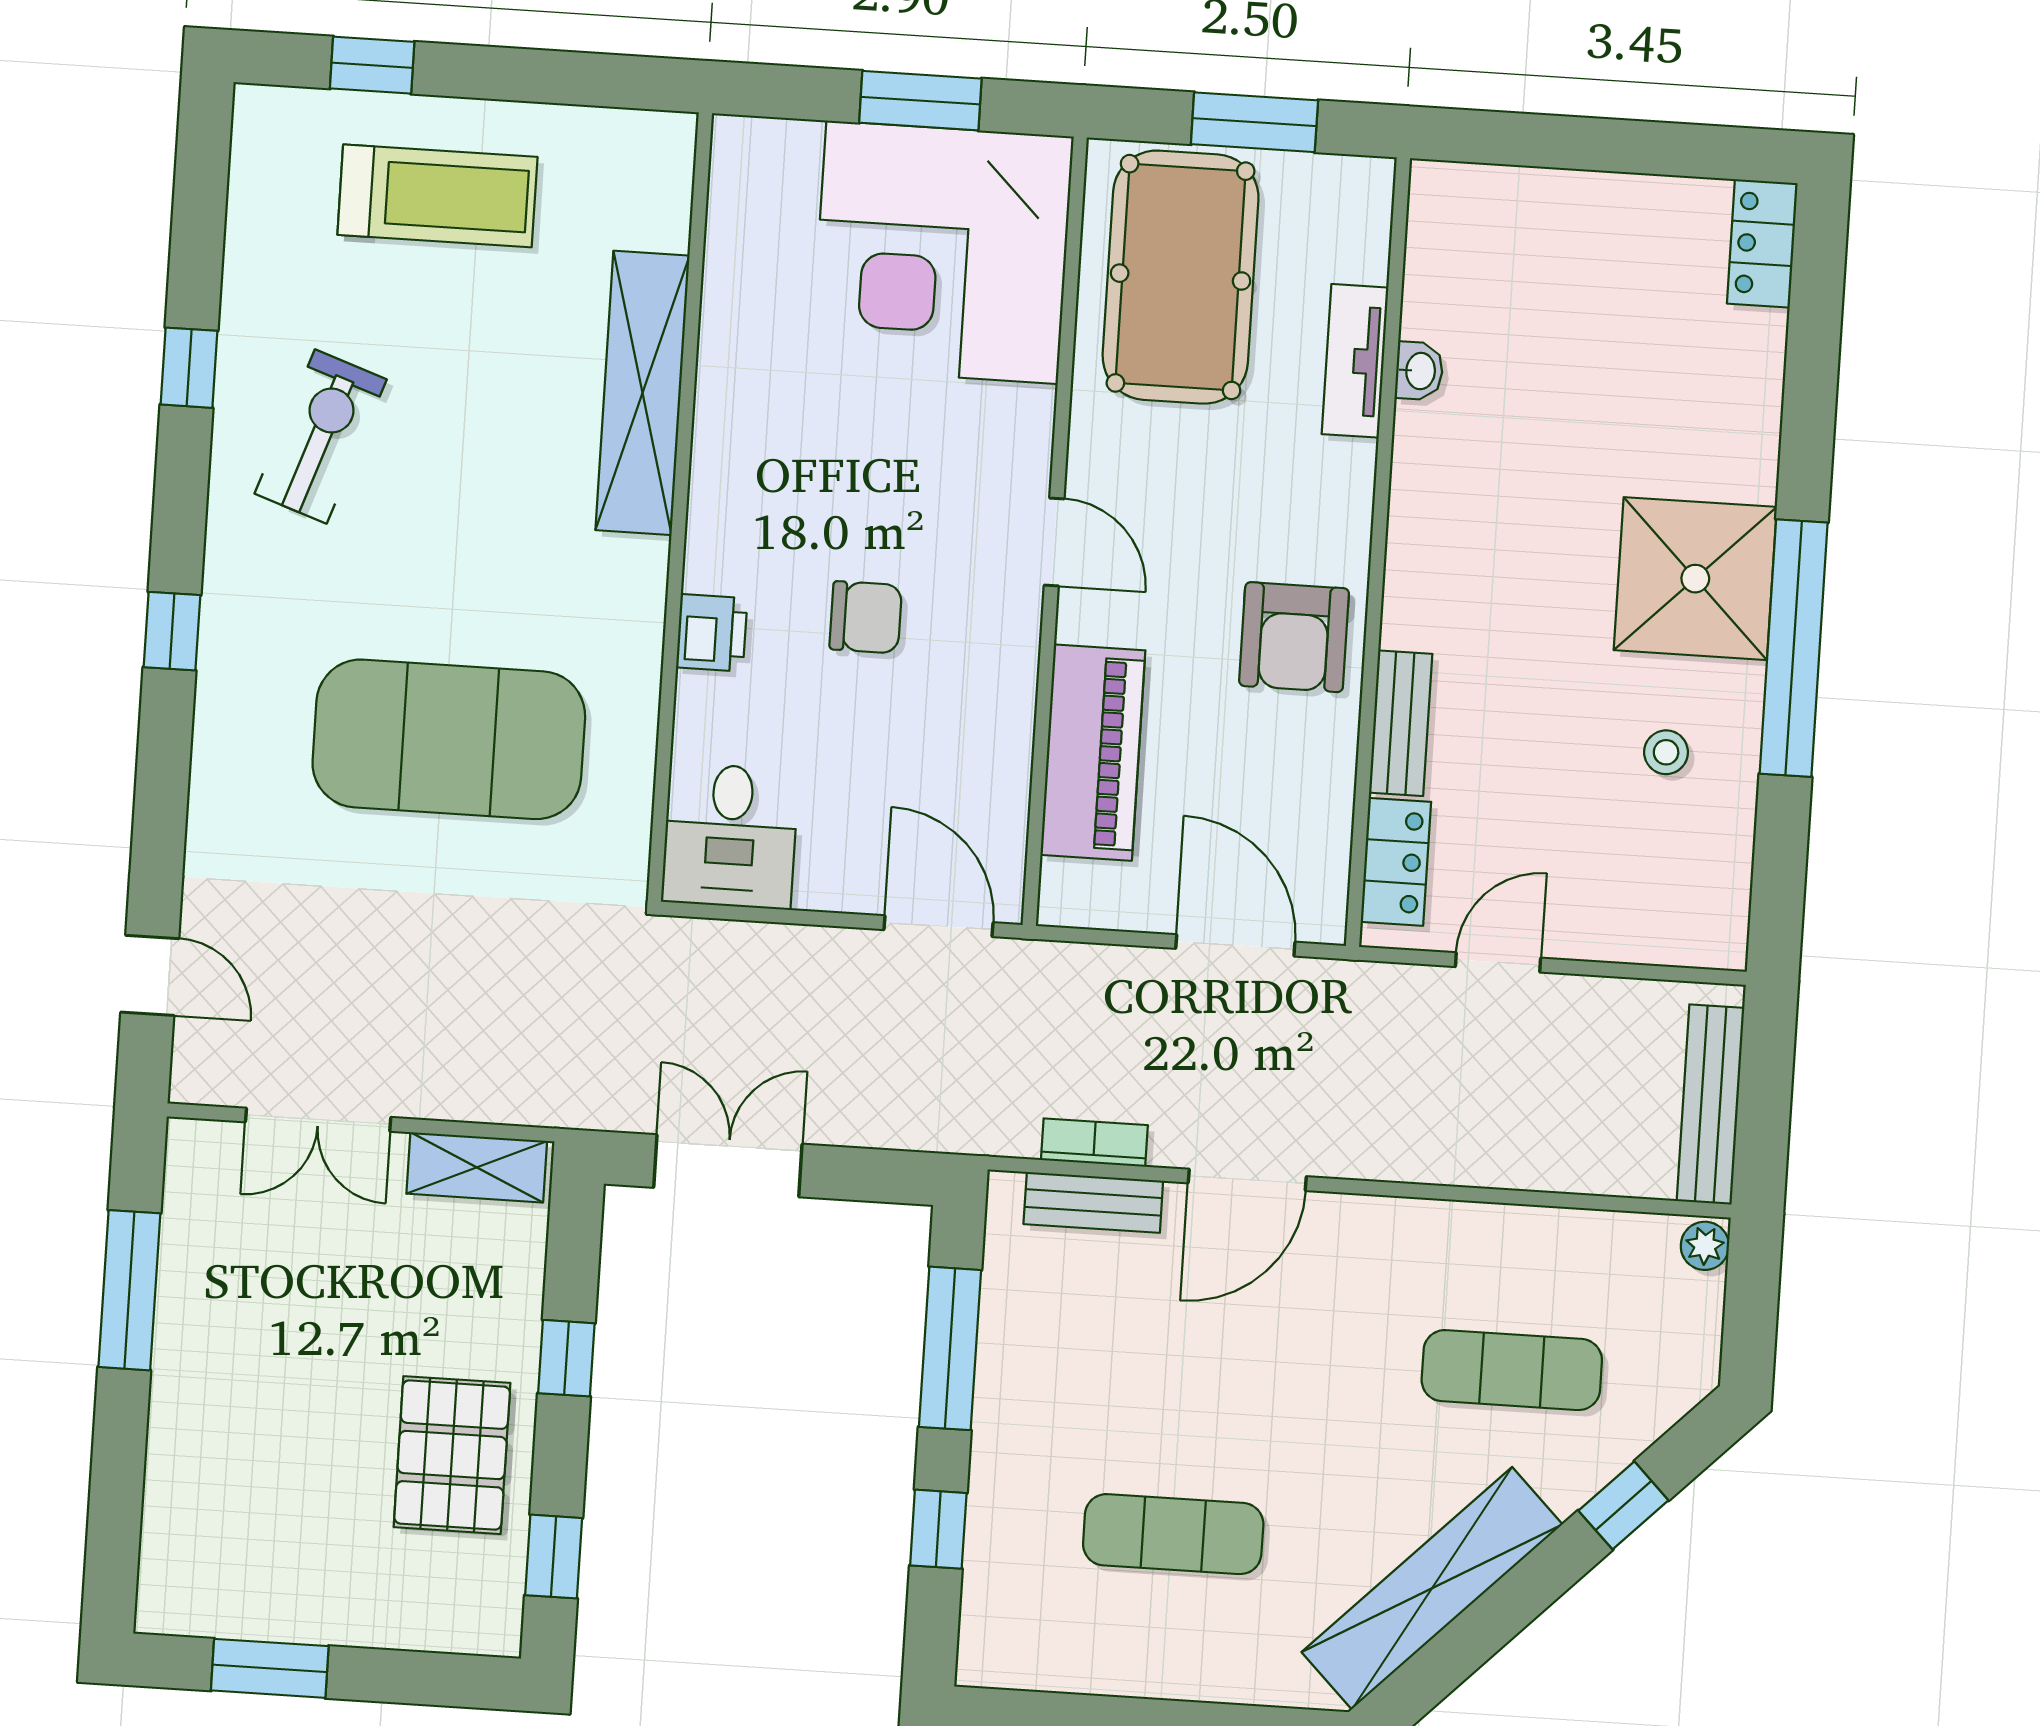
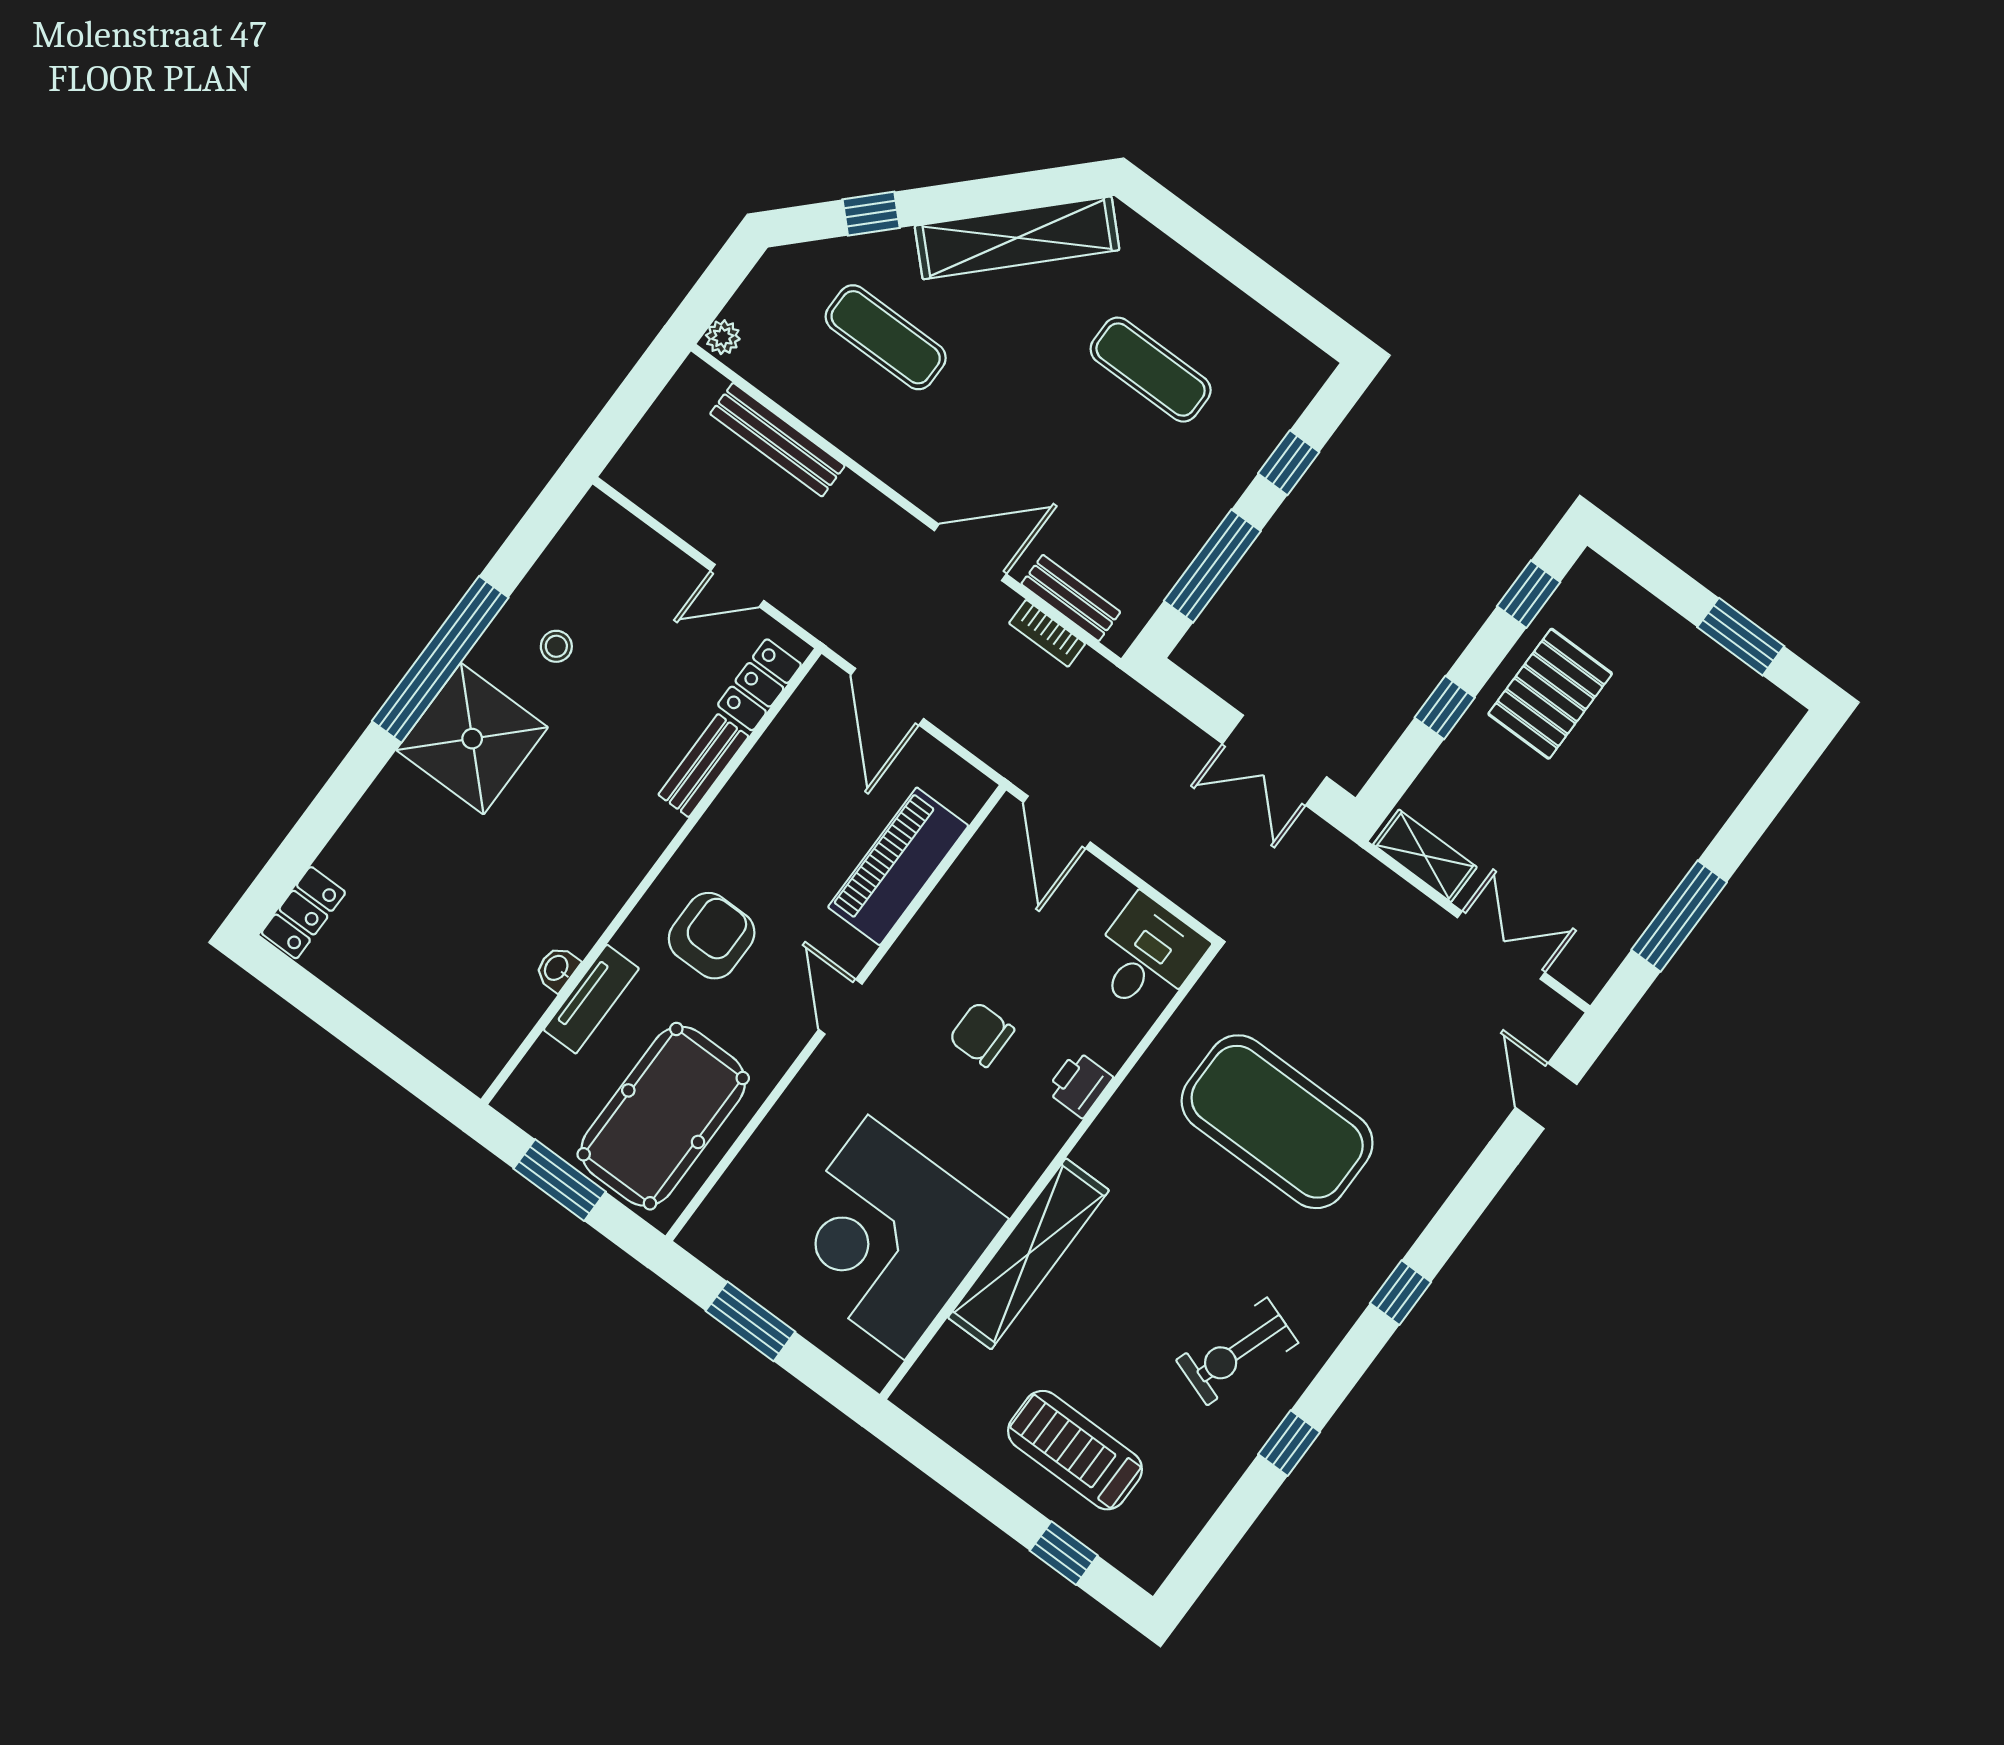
corner desk: (942, 252) -> (886, 1237), moved, turned 180
armchair: (1294, 637) -> (712, 936), moved
bench: (1711, 1104) -> (777, 440), moved, turned 90

